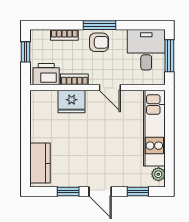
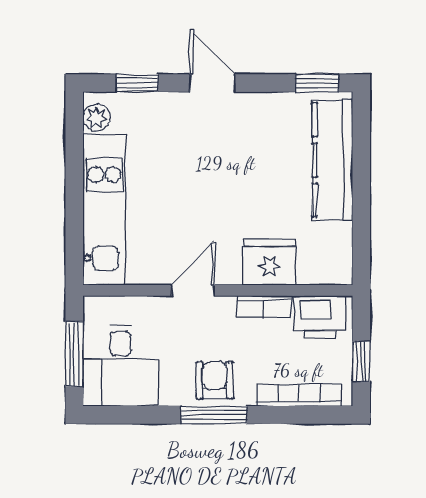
bookcase: (64, 35) -> (299, 395), width x1.56
armchair: (99, 42) -> (215, 381), turned 90
door: (110, 88) -> (193, 290), hinge flipped
kitchen counter: (40, 163) -> (332, 160), width x1.50
window: (68, 191) -> (317, 83), moved

